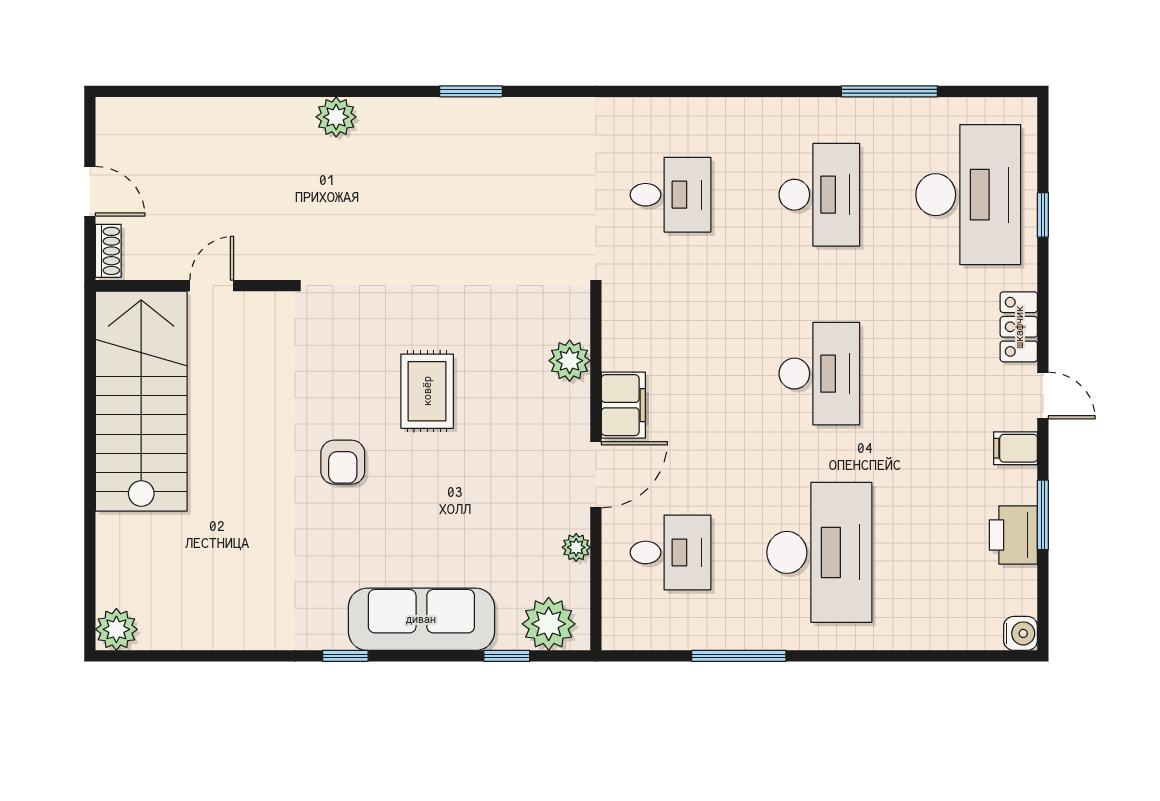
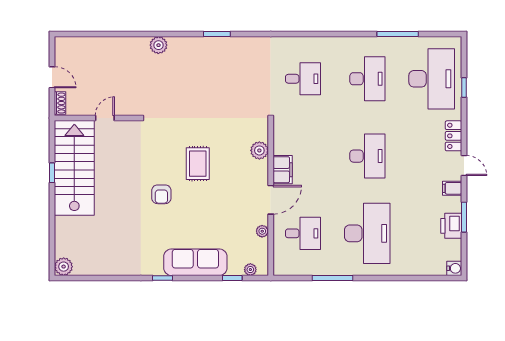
window: (90, 412) -> (52, 173), added
plant: (549, 624) -> (250, 270), width x0.53, depth x0.53

